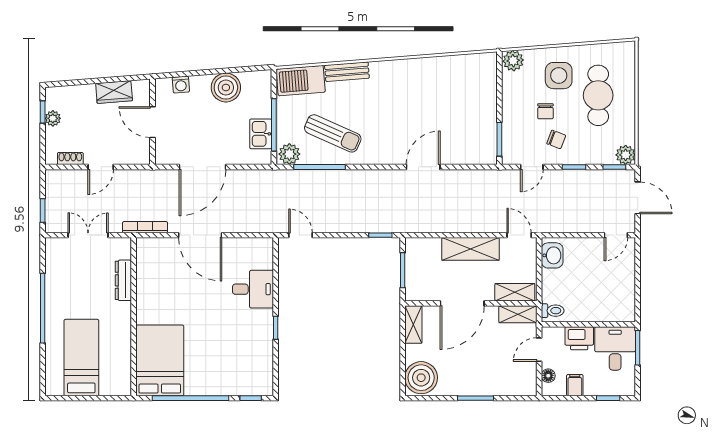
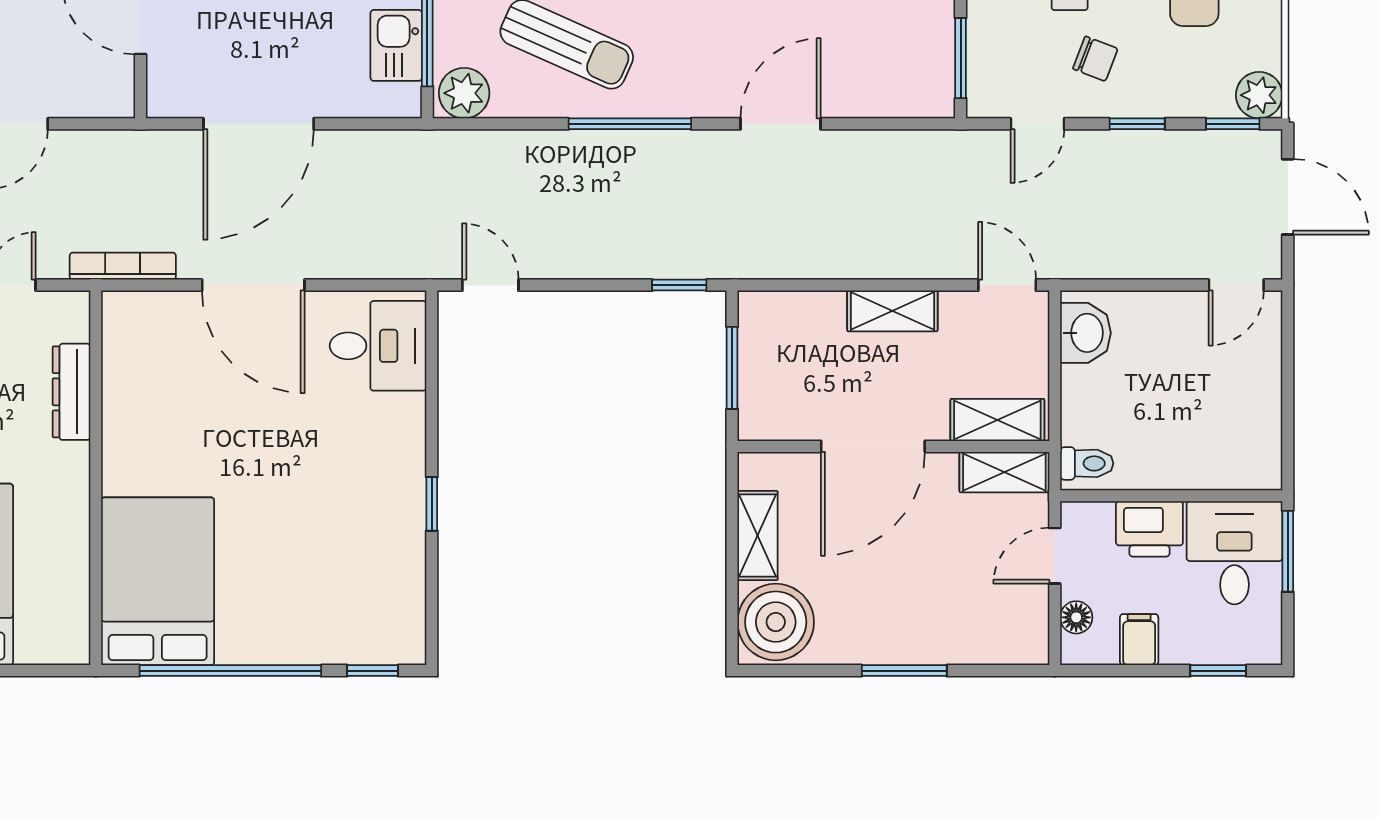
window: (319, 167) -> (630, 124), moved
shelving: (470, 249) -> (892, 311), width x0.67, depth x0.75
desk: (253, 289) -> (378, 346), moved
shelving: (413, 325) -> (758, 535), moved

